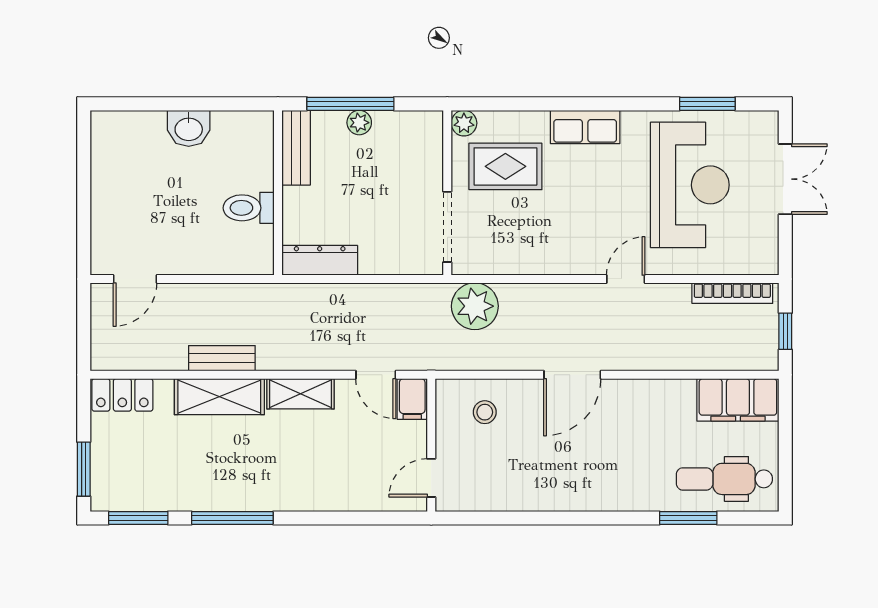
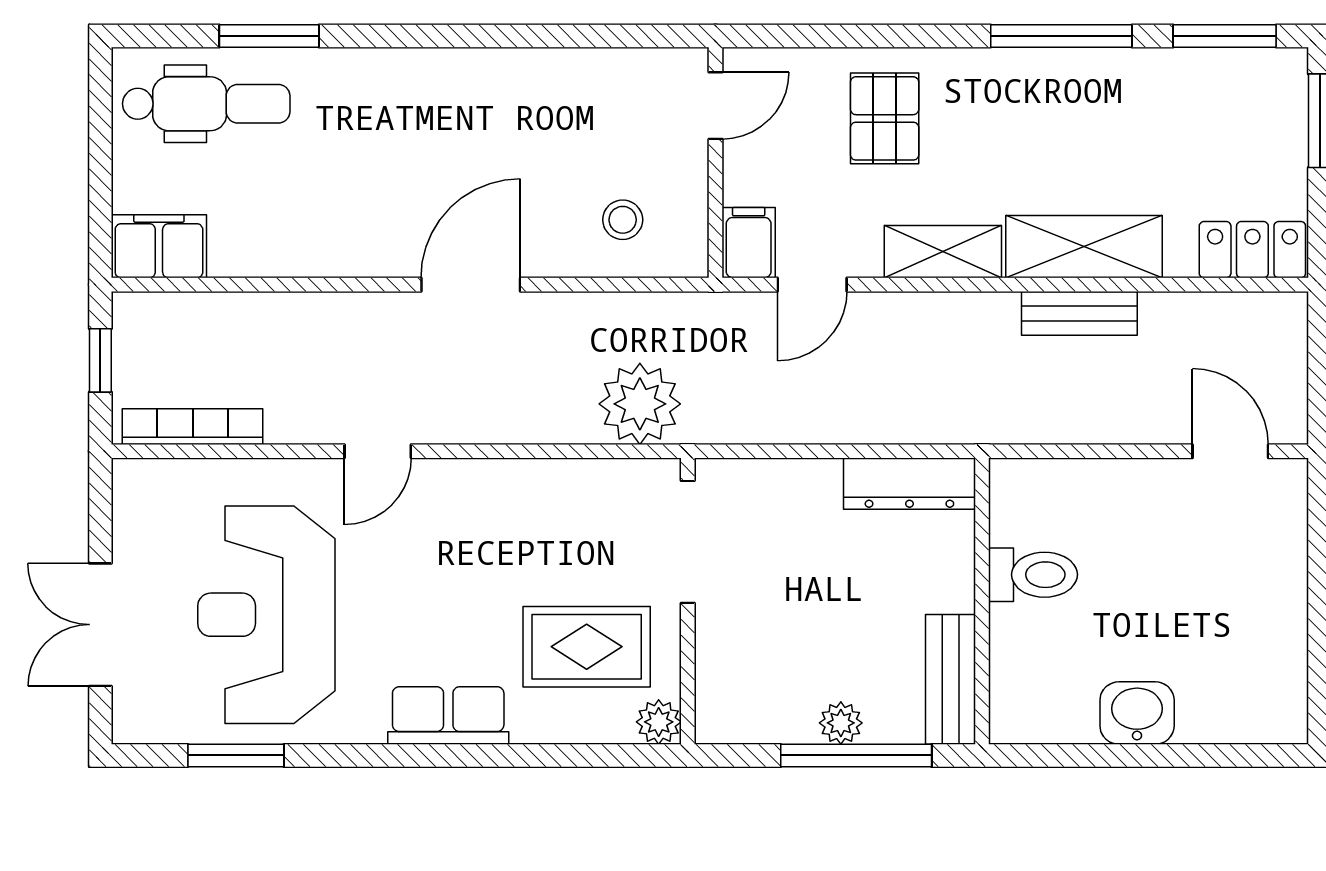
door: (135, 279) -> (1230, 451), hinge flipped
door: (376, 375) -> (812, 285), swing flipped
filing cabinet: (738, 400) -> (159, 246), width x0.67, depth x0.86
pallet: (334, 470) -> (885, 118), added

